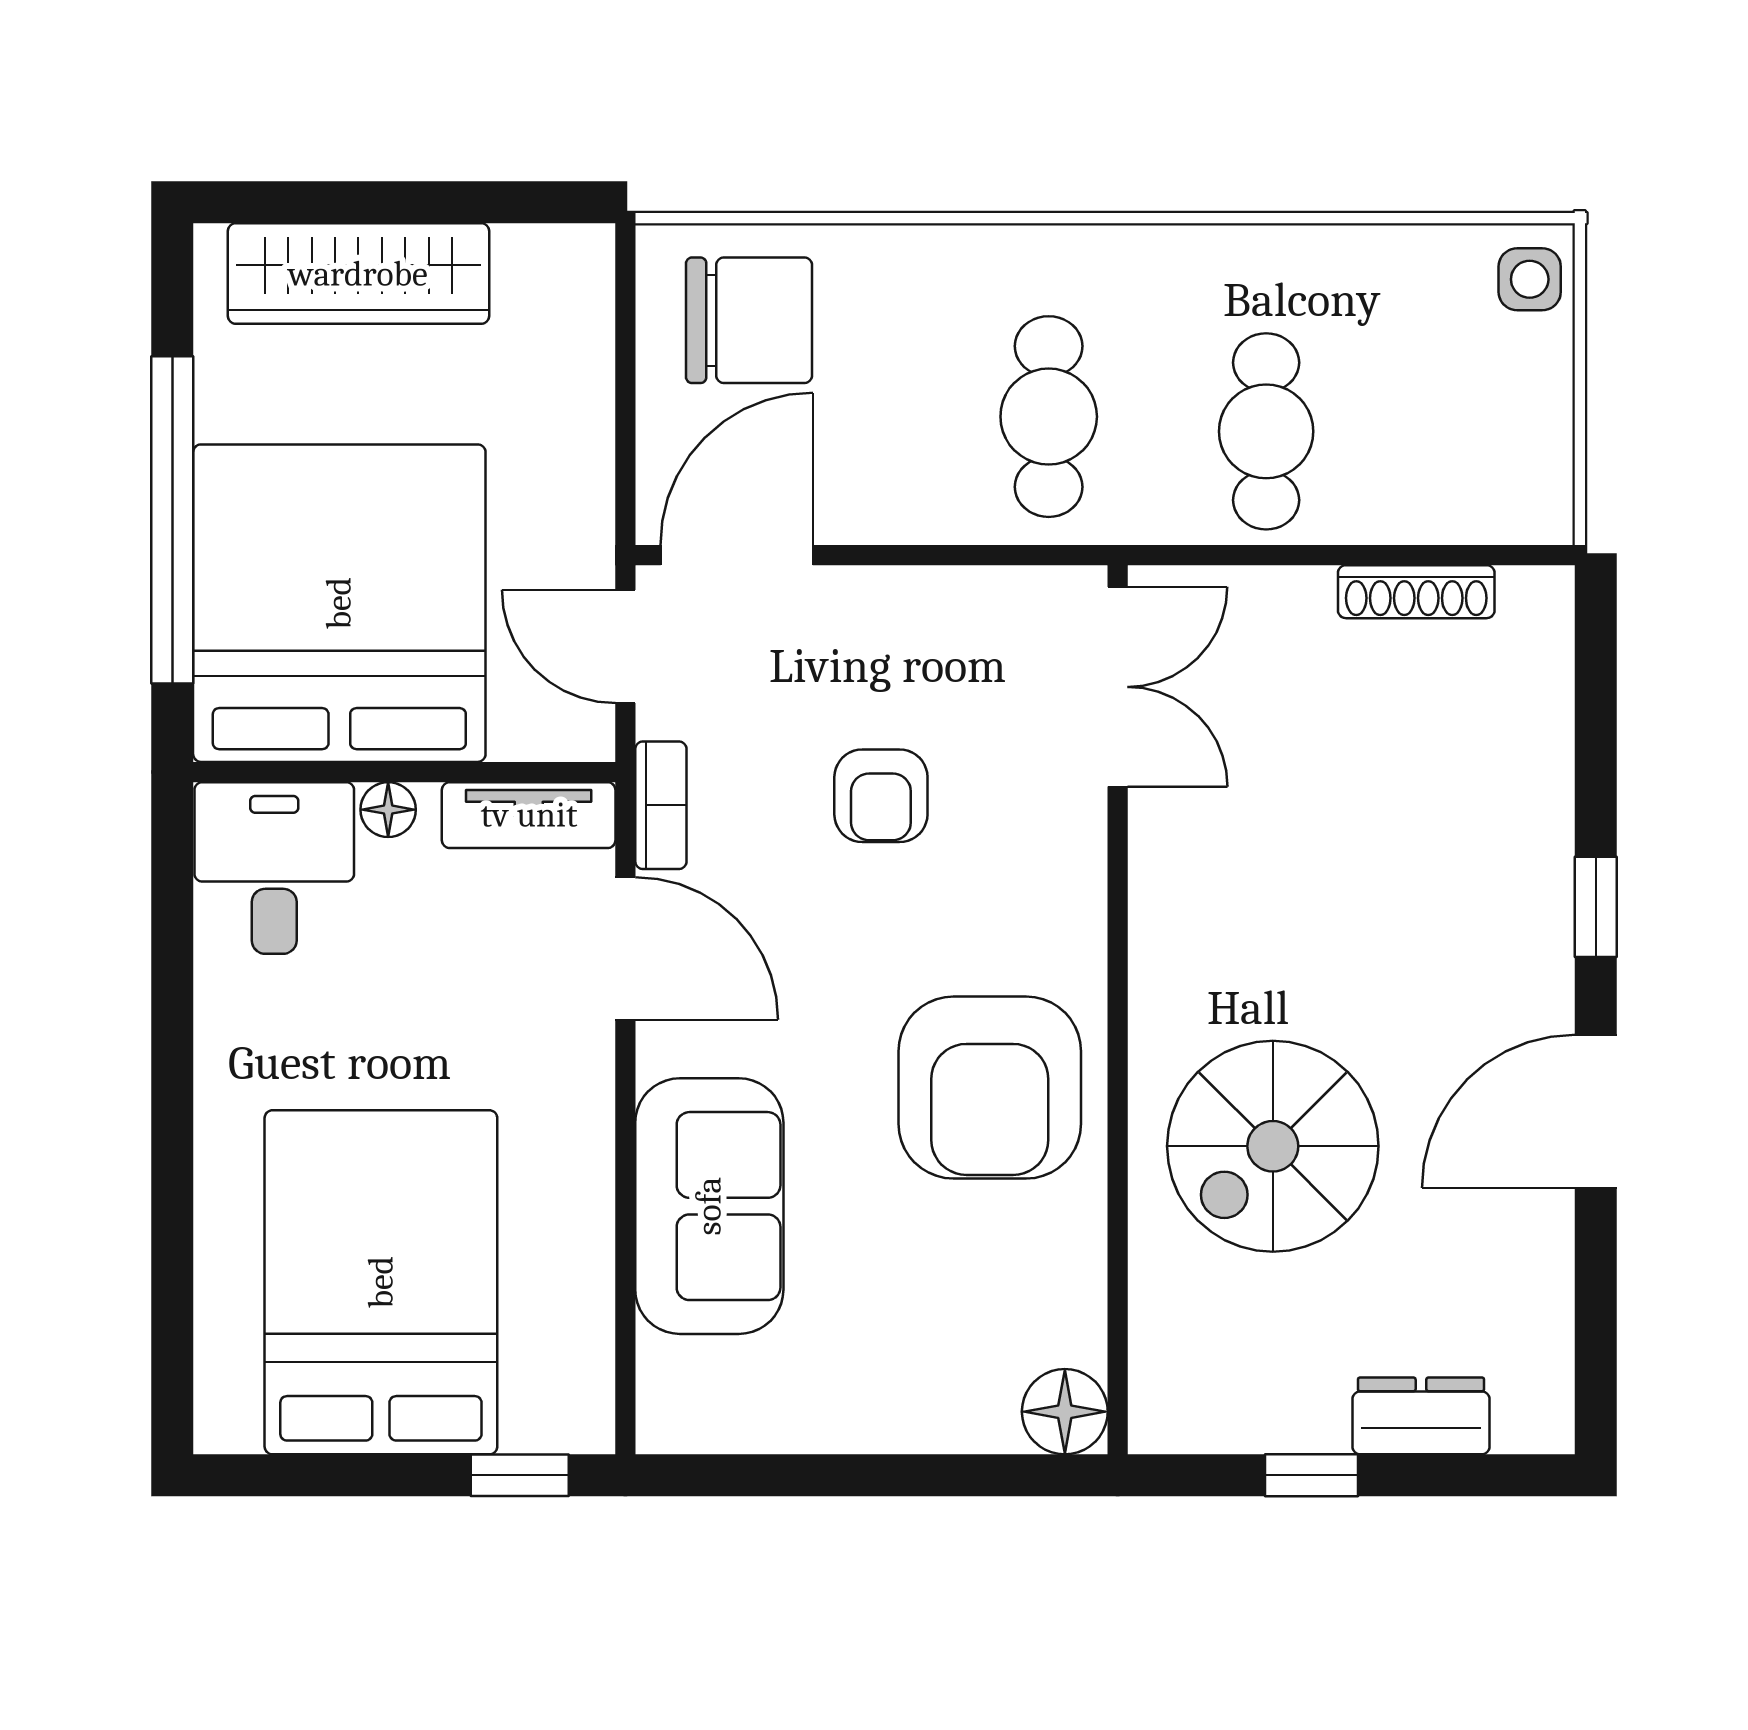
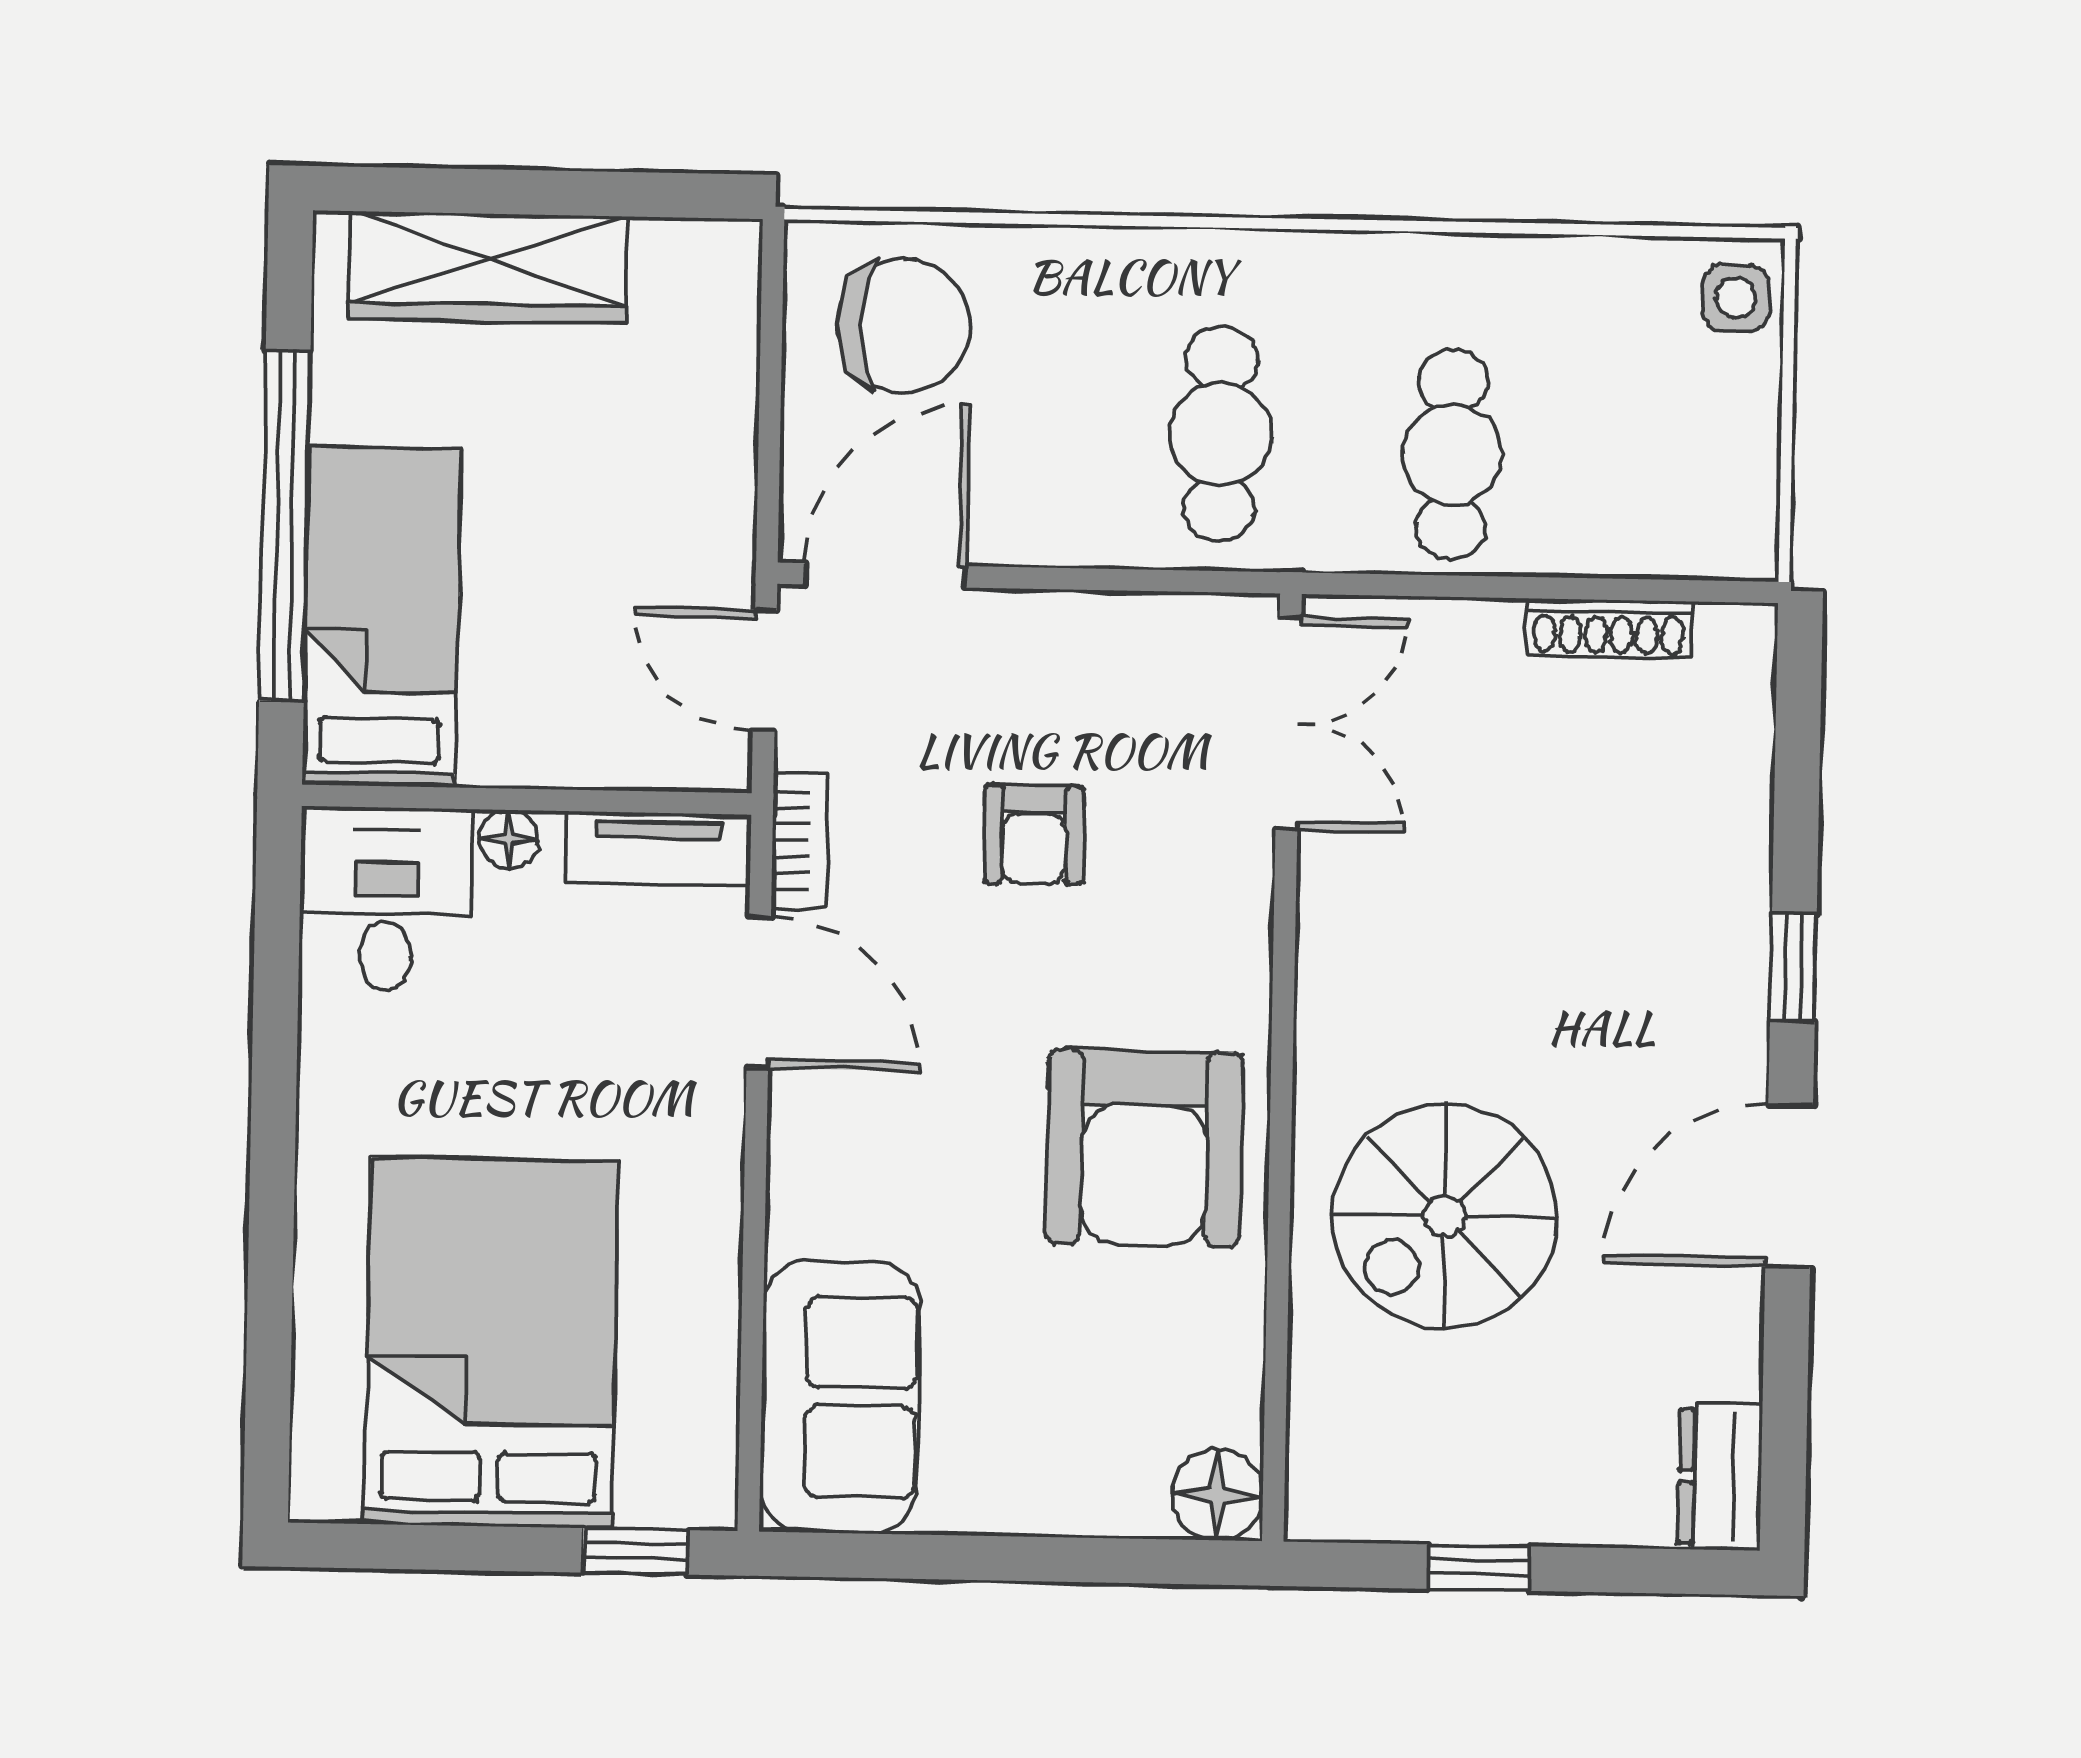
bed: (339, 603) -> (381, 617), width x0.49
sofa: (709, 1206) -> (840, 1397), moved
dresser: (1421, 1416) -> (1720, 1477), moved, turned -90

